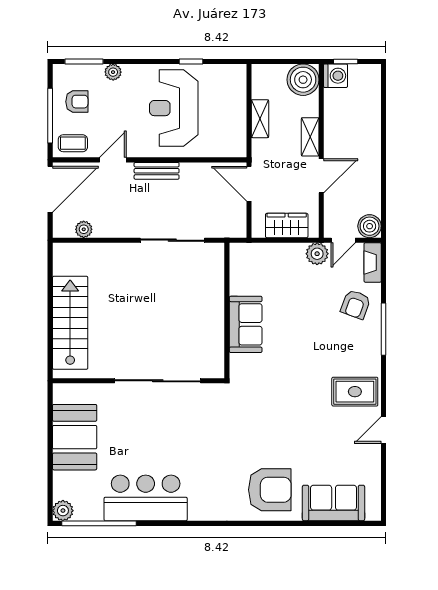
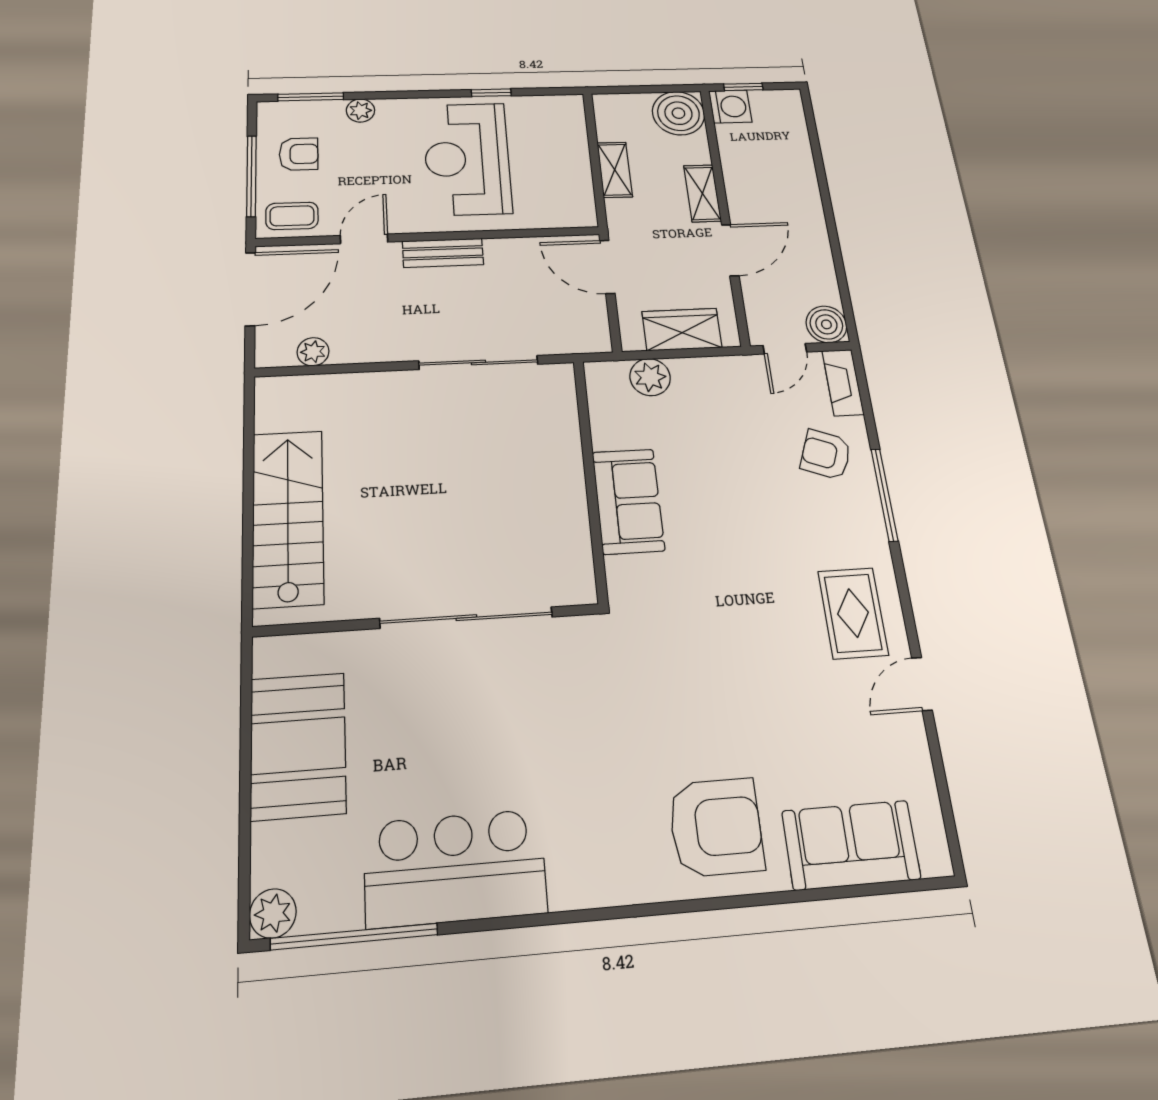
plant: (317, 254) -> (650, 377), moved
armchair: (356, 304) -> (826, 455), turned 91
rug: (355, 392) -> (853, 613), turned 90

